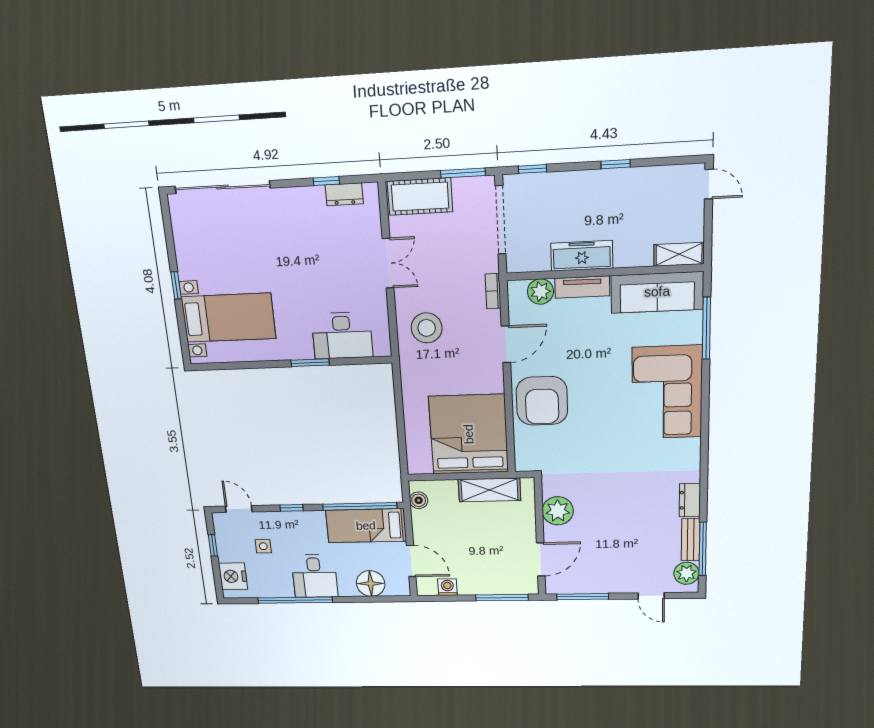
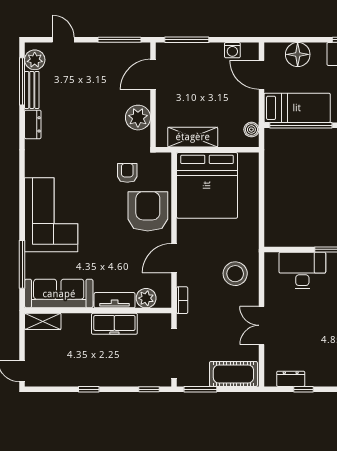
armchair: (569, 446) -> (127, 173), added

